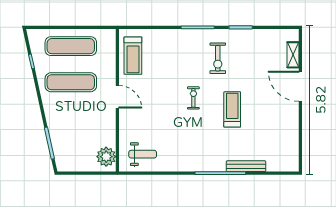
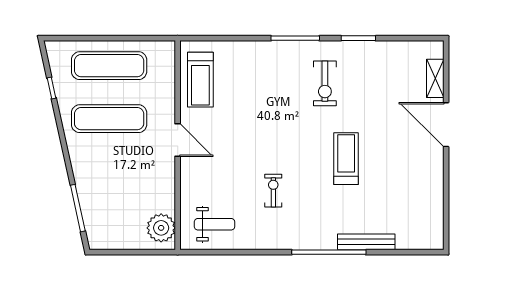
exercise bike: (193, 98) -> (273, 191), moved

